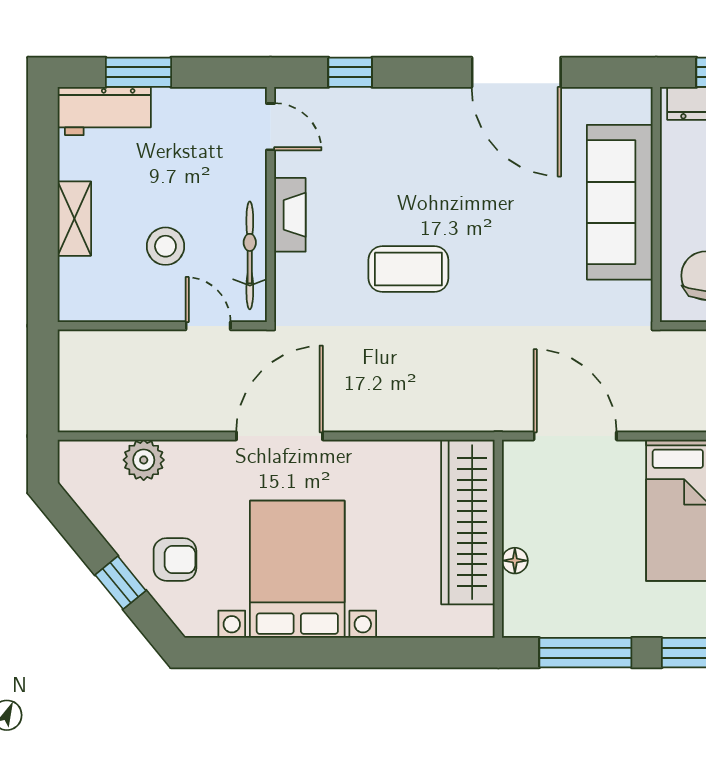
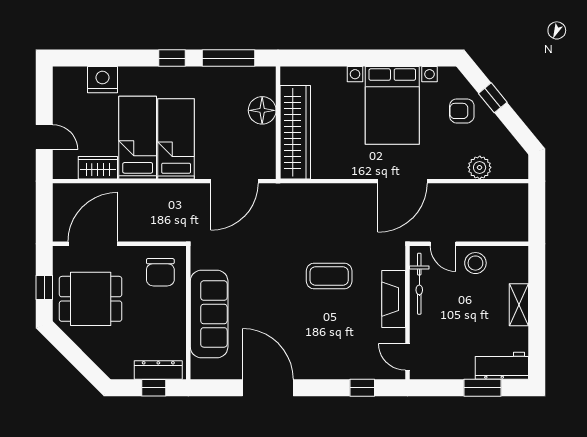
fireplace: (290, 215) -> (394, 299), width x1.37, depth x1.32
stool: (165, 246) -> (475, 263), moved
door: (575, 436) -> (234, 181), hinge flipped
floor lamp: (515, 561) -> (262, 110), width x1.89, depth x1.89

